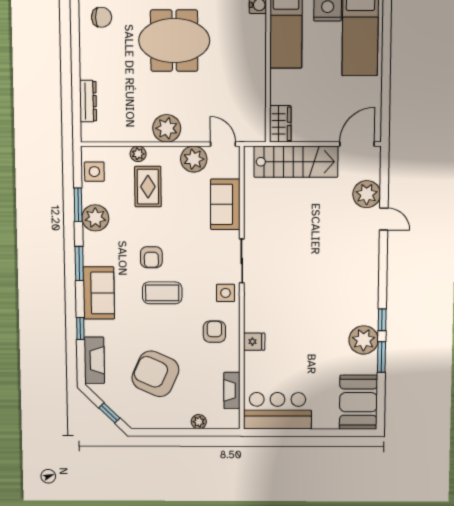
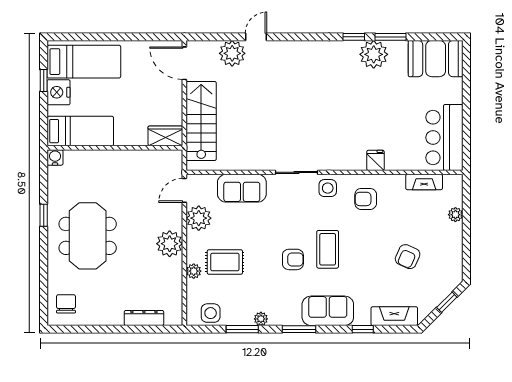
plant: (95, 218) -> (261, 319), width x0.53, depth x0.53
armchair: (155, 374) -> (408, 257), width x0.53, depth x0.53

